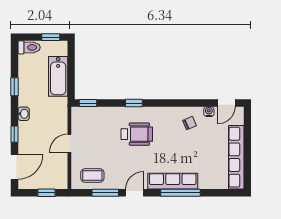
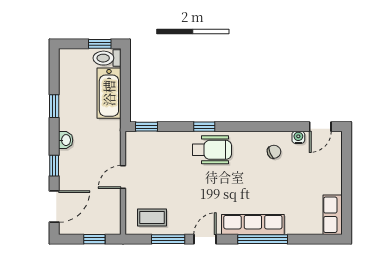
toilet: (29, 47) -> (107, 58), moved, turned 180
wheelchair: (137, 134) -> (212, 150), moved
row of seats: (236, 157) -> (333, 215), width x0.50

